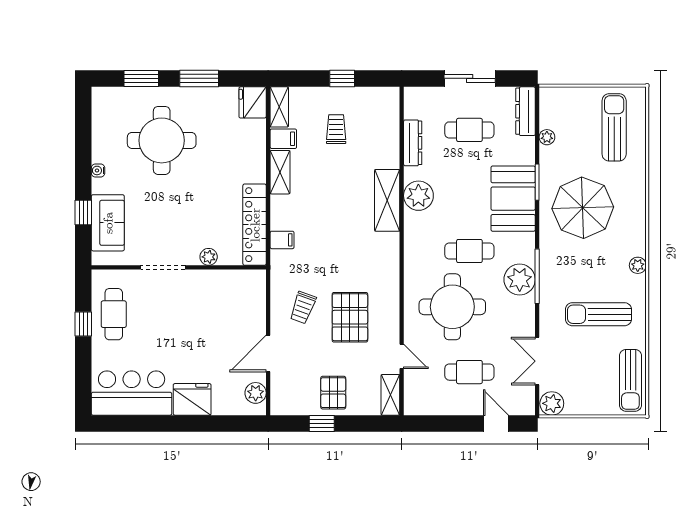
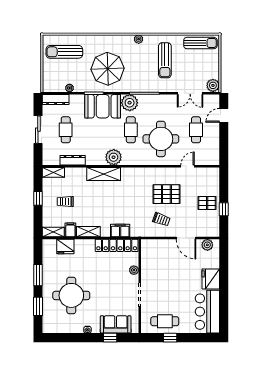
fridge: (253, 102) -> (65, 246), moved
plant: (418, 196) -> (114, 157), moved
filing cabinet: (282, 240) -> (120, 231), width x2.00
plant: (520, 279) -> (130, 103), moved
shelving: (390, 395) -> (53, 172), moved

